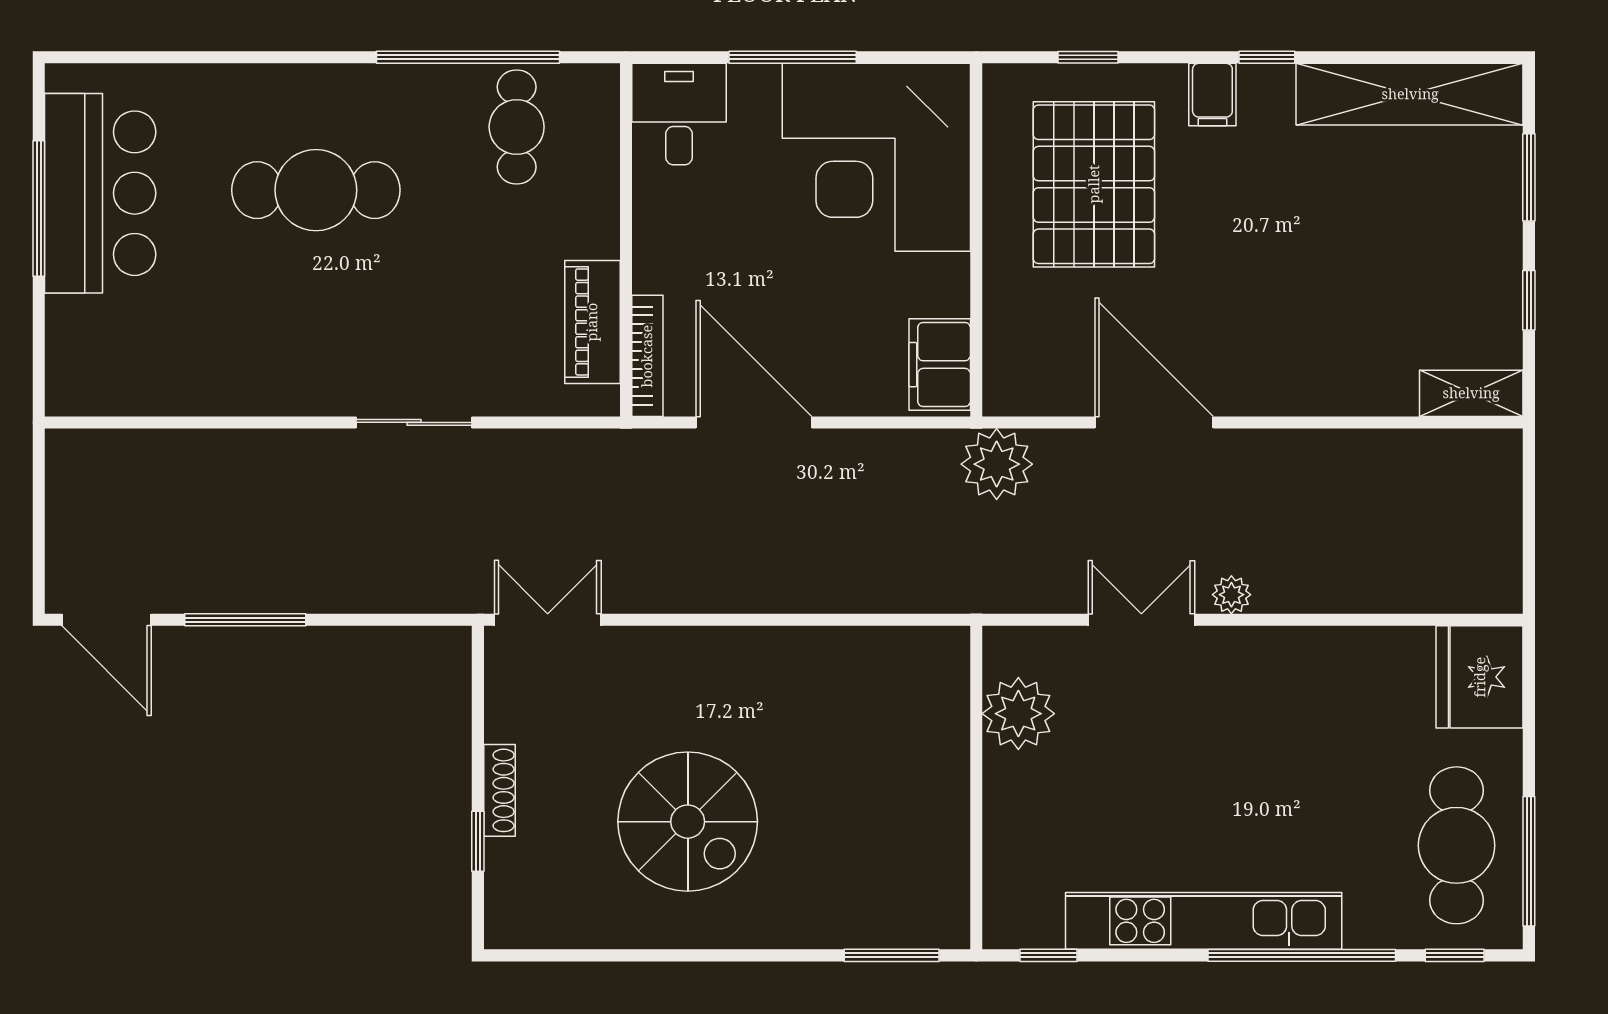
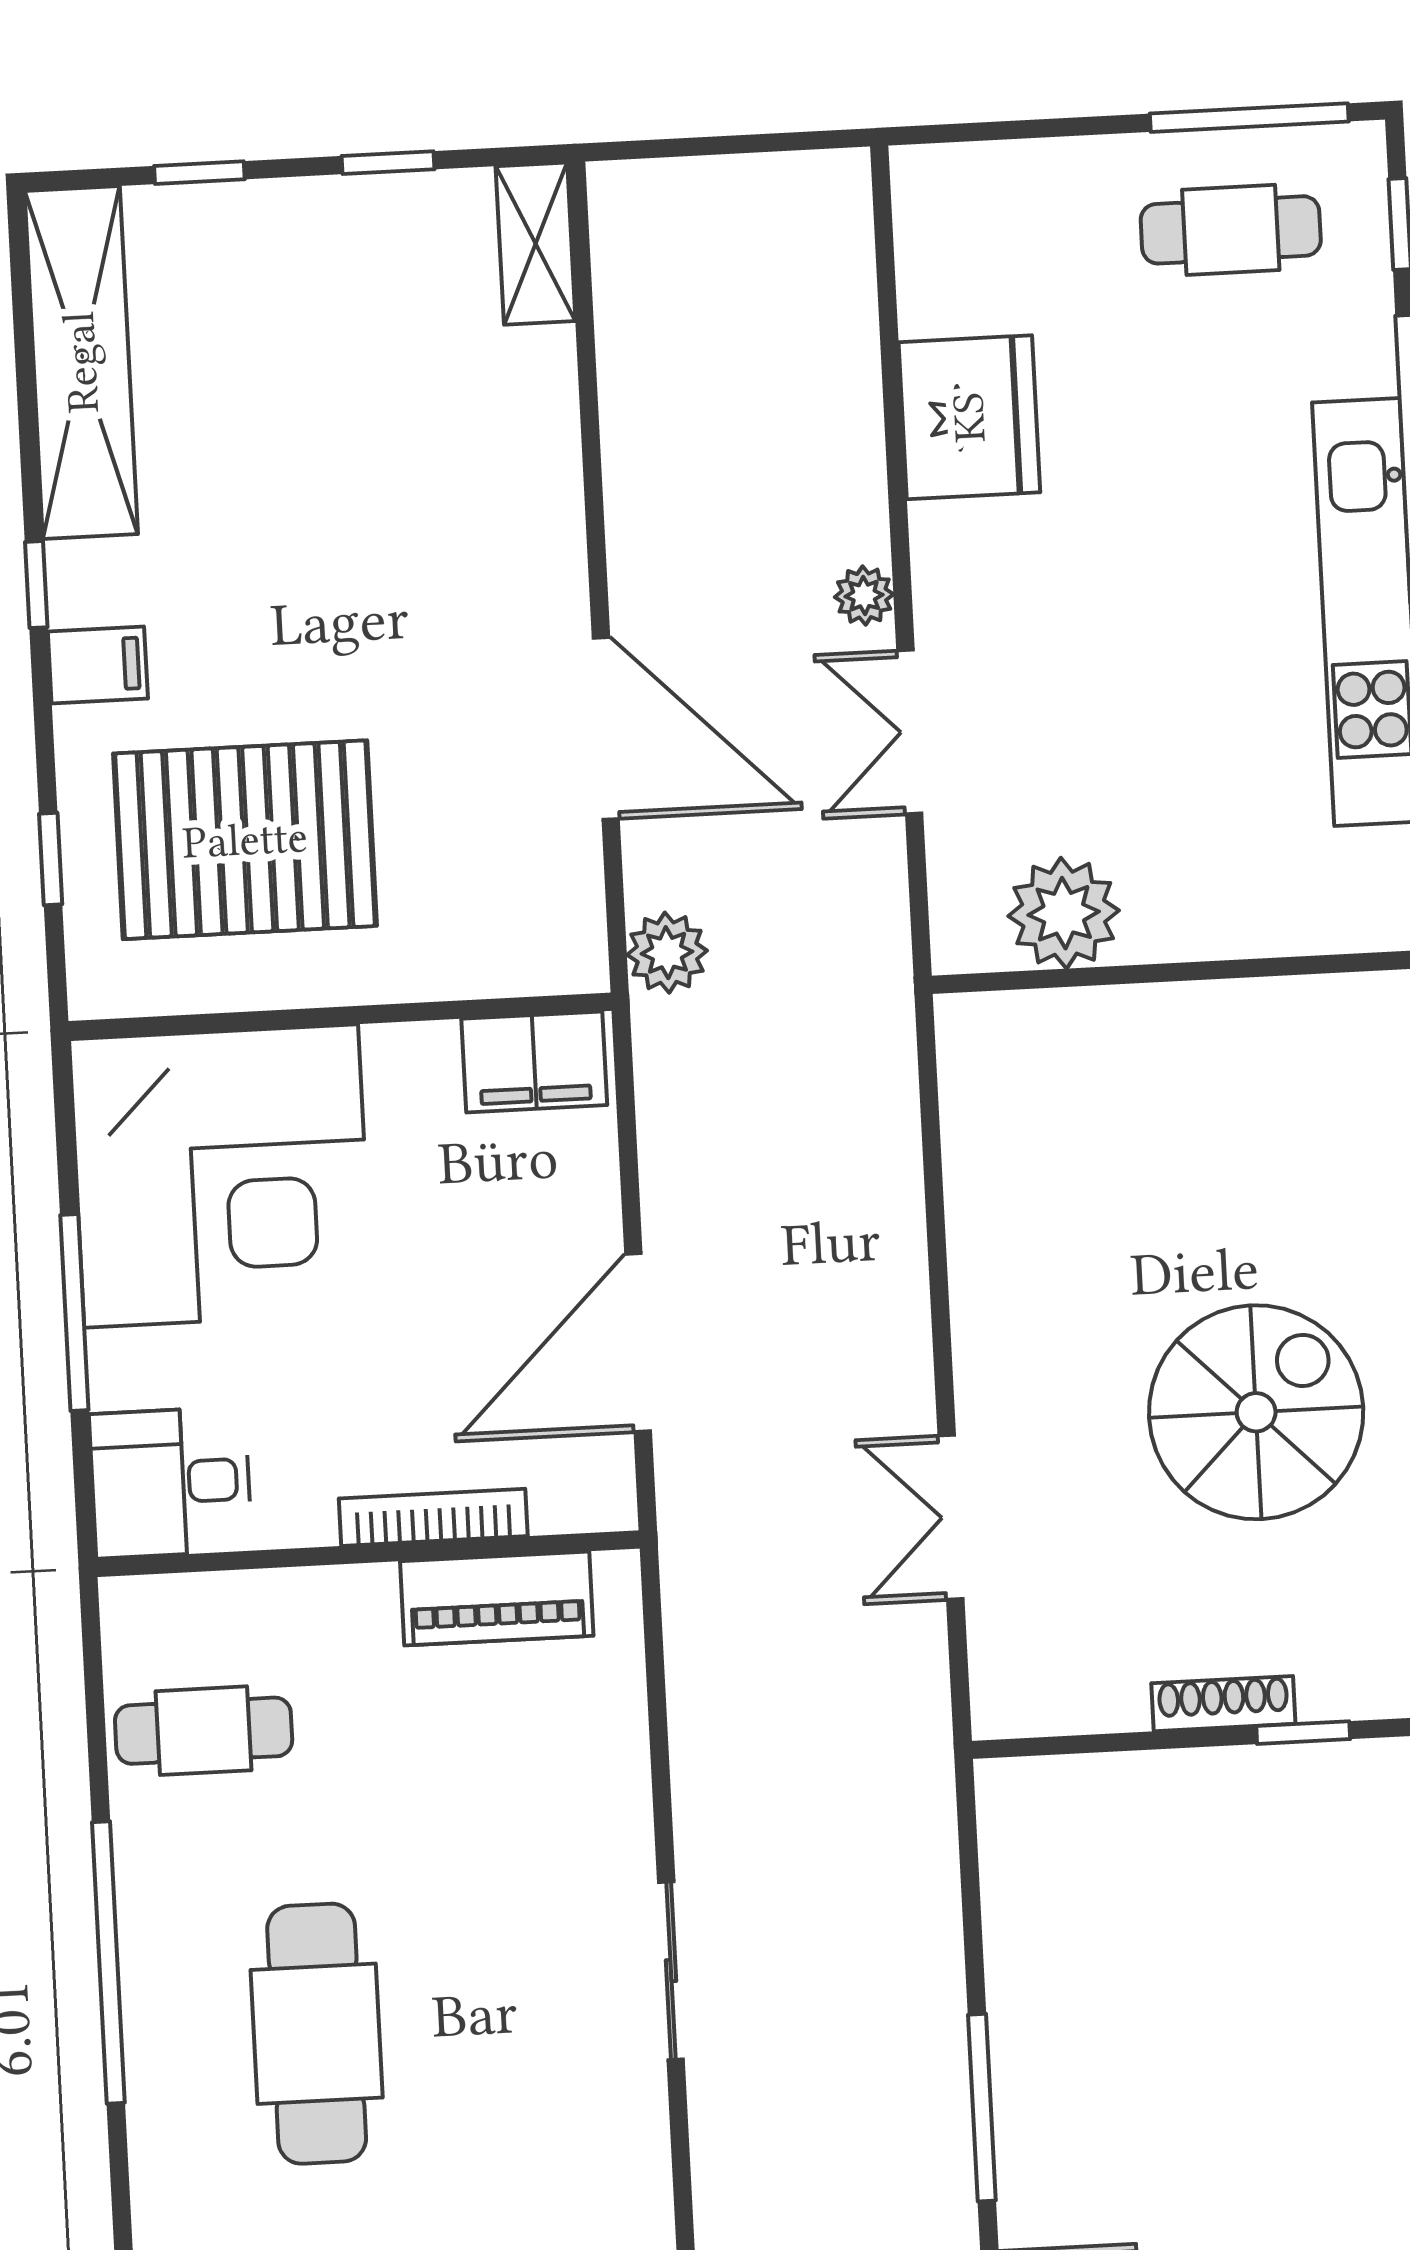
window: (468, 57) -> (108, 1962), moved
window: (1529, 177) -> (199, 173), width x0.67
bookcase: (647, 356) -> (433, 1517), moved
sliding door: (414, 422) -> (671, 1971), moved
door: (1154, 422) -> (606, 728), swing flipped
plant: (997, 464) -> (667, 953), width x0.73, depth x0.73
double door: (548, 620) -> (951, 1517), moved
fridge: (1480, 677) -> (969, 417), moved, turned -90
cafe table: (1457, 845) -> (1231, 230), width x0.73, depth x0.74

